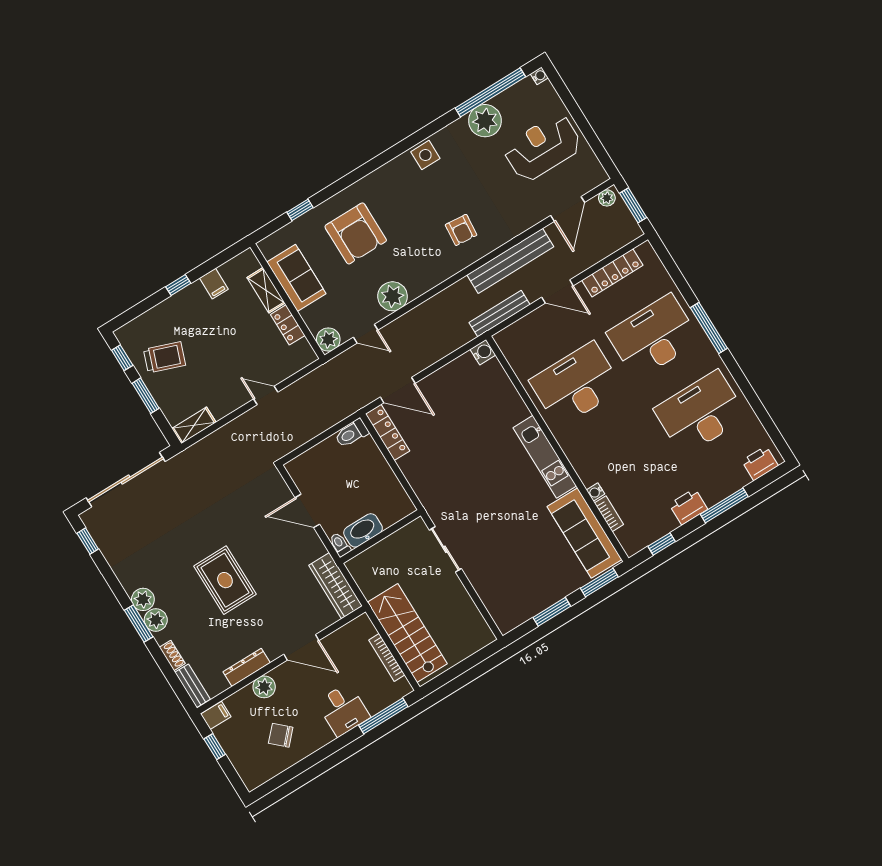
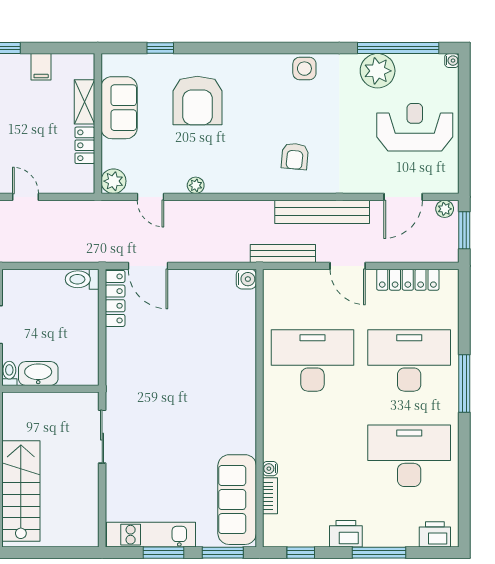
plant: (393, 296) -> (196, 185), width x0.53, depth x0.53
kitchen unit: (545, 457) -> (151, 535), moved, turned 90

